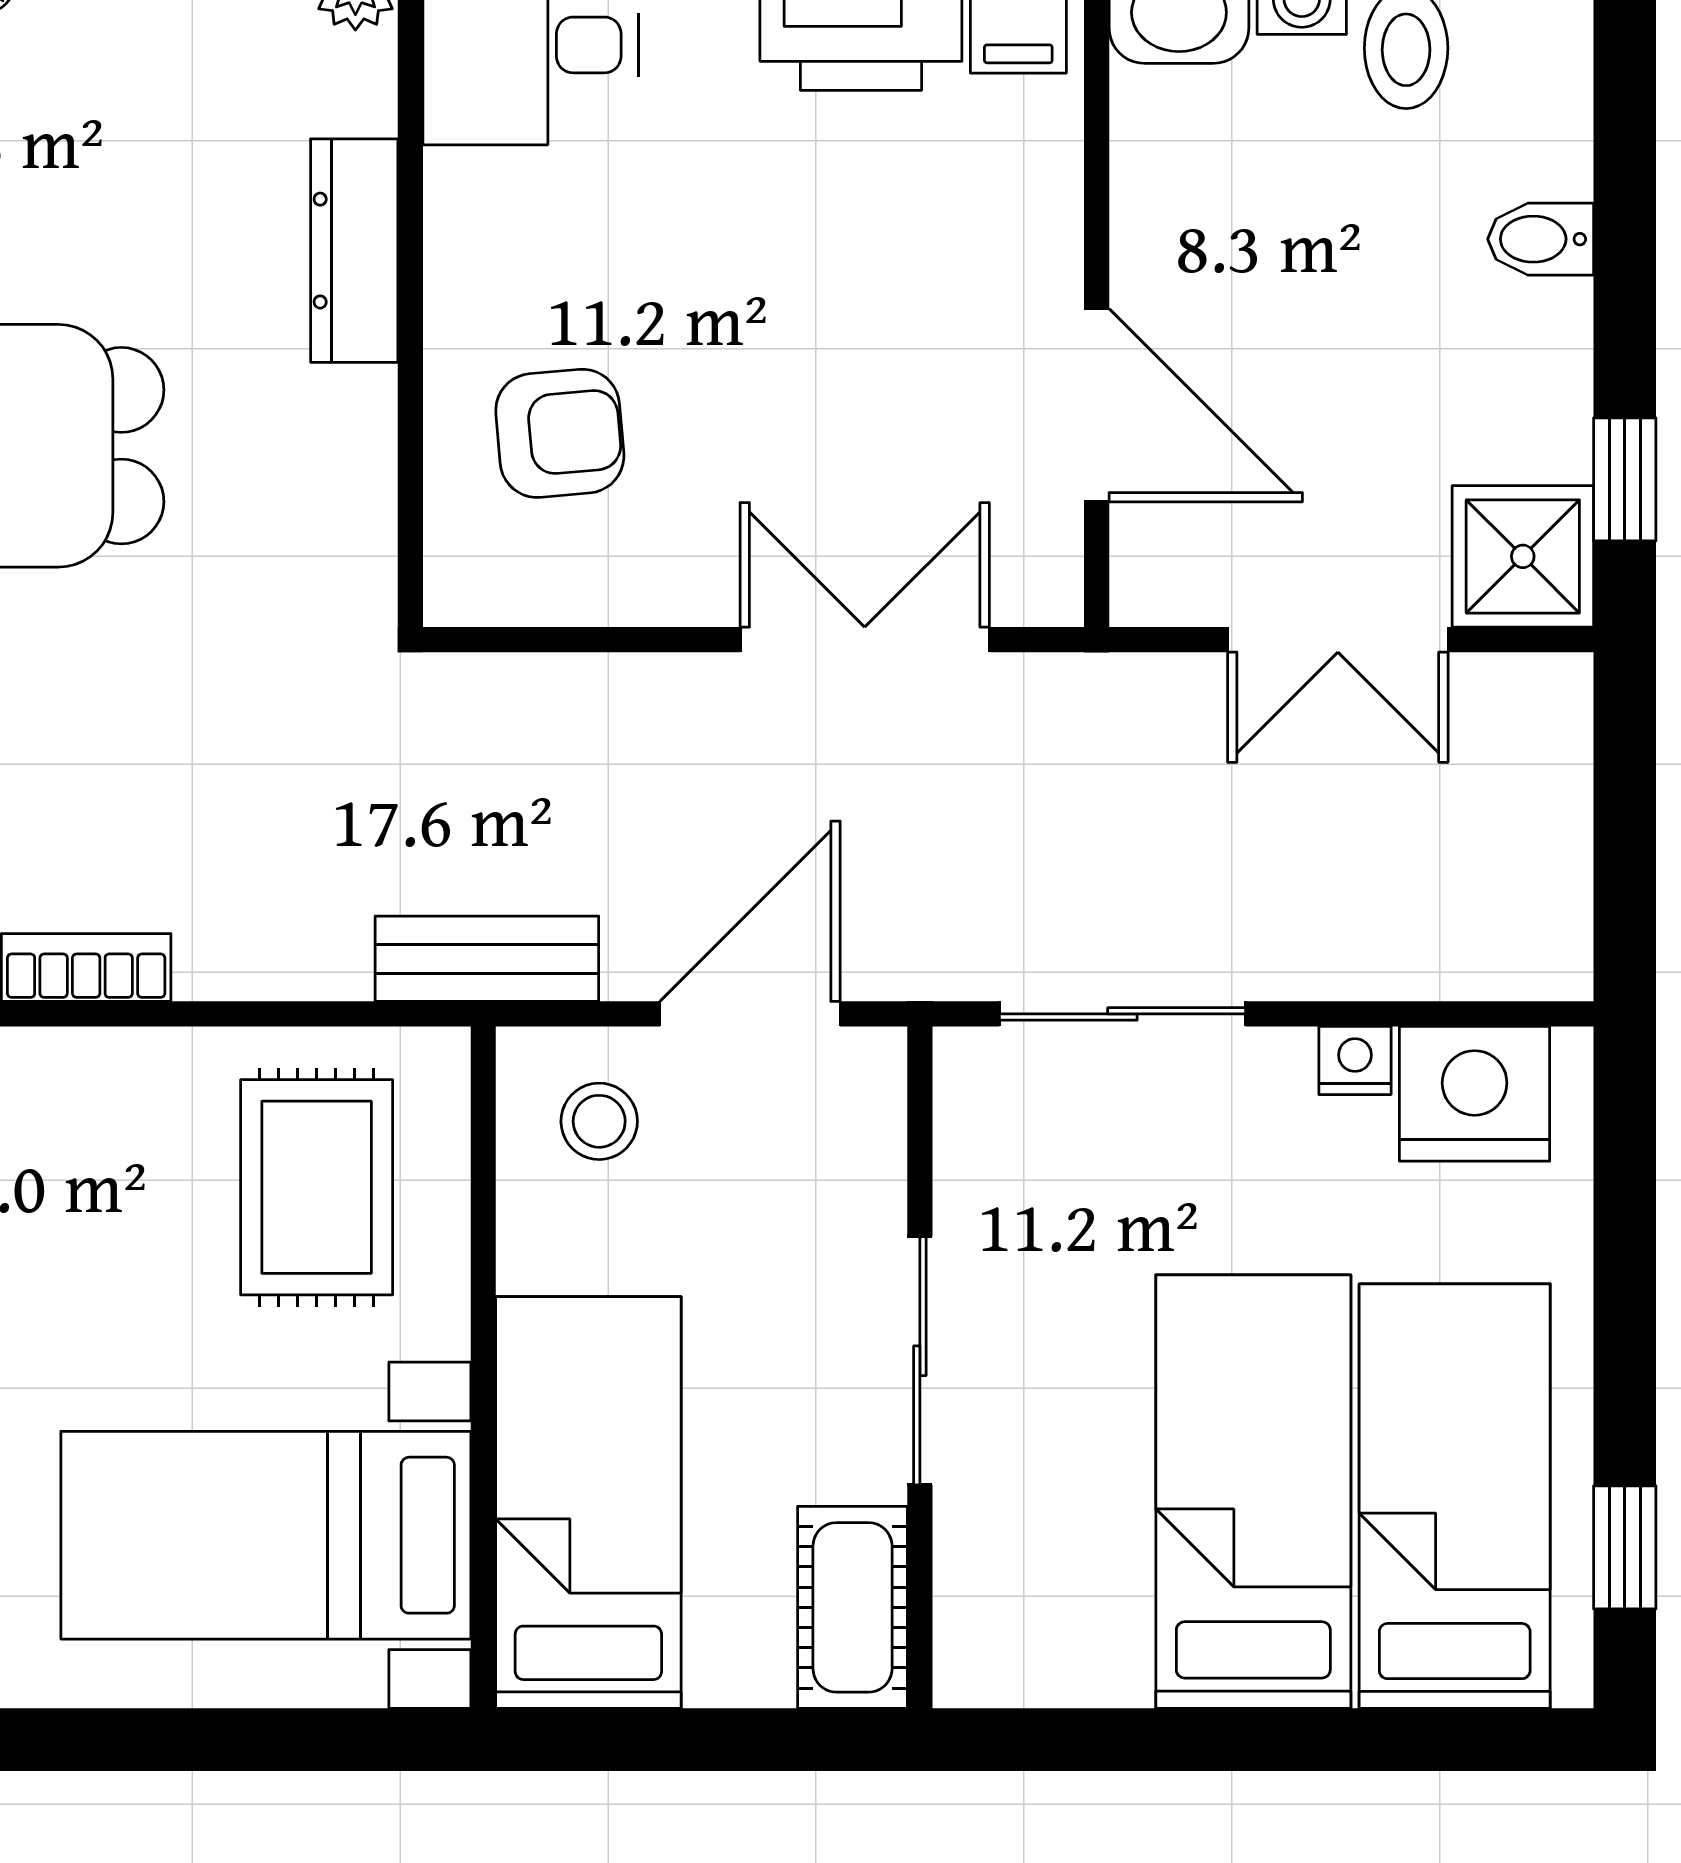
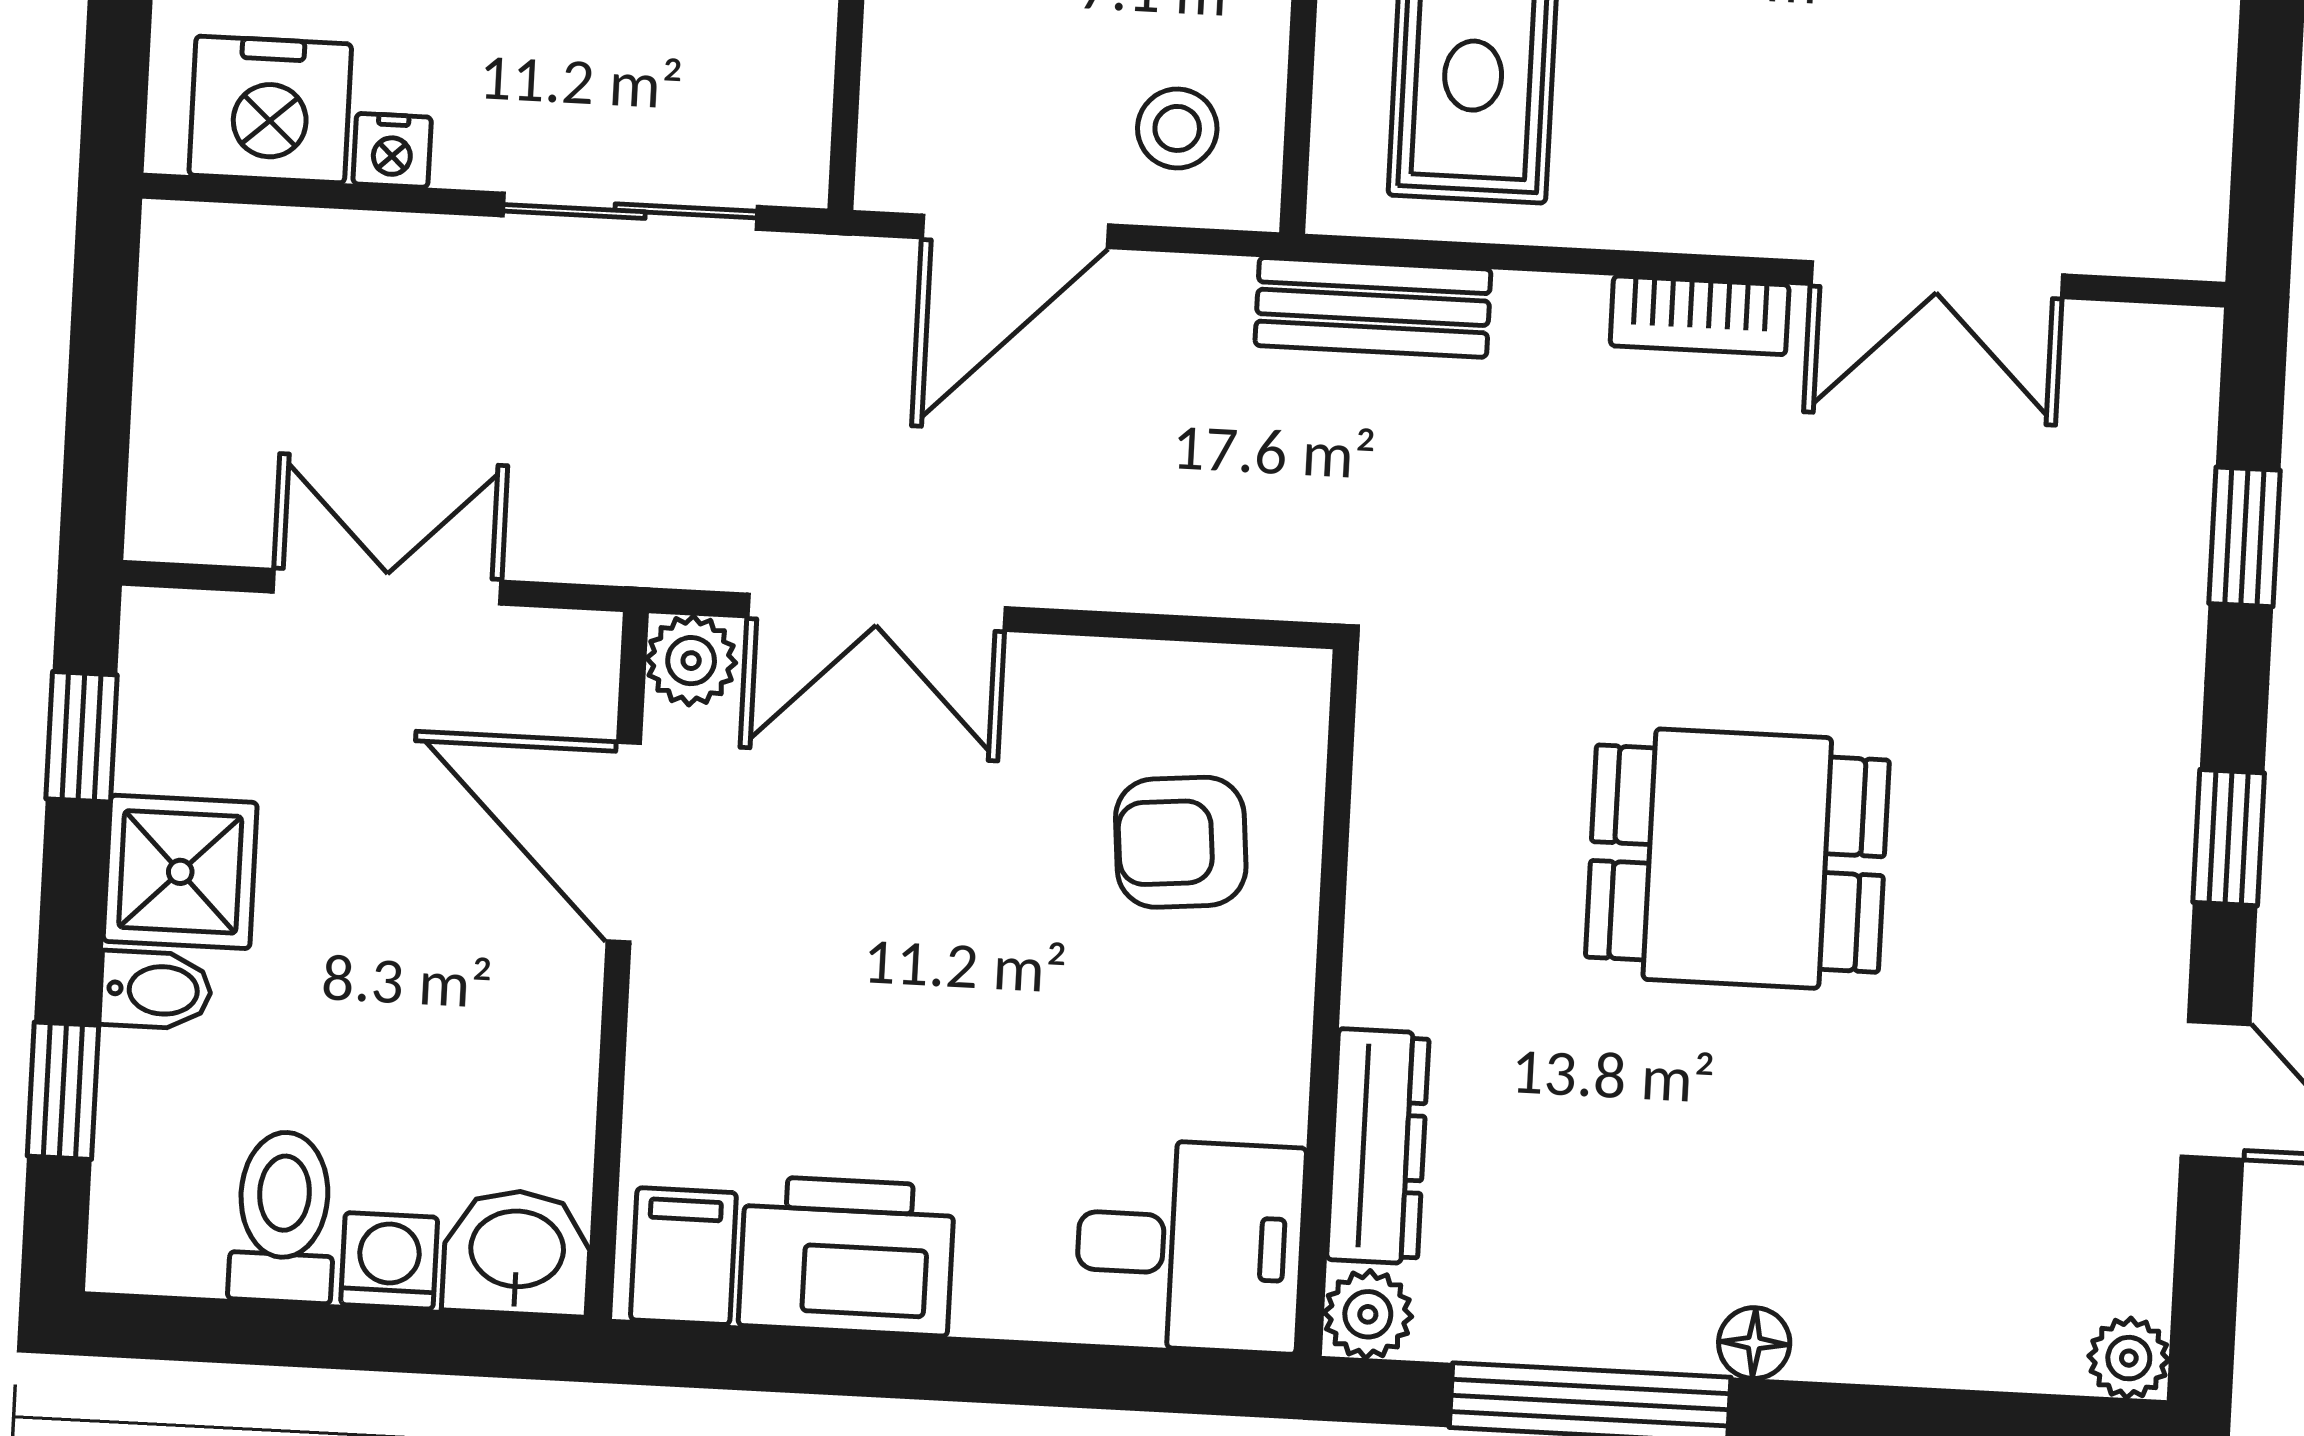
window: (1625, 137) -> (63, 1091), added
dresser: (354, 251) -> (1378, 1146), moved
shower: (1523, 556) -> (180, 872), moved
plant: (1041, 584) -> (691, 661), added
bench: (487, 959) -> (1373, 307), moved

